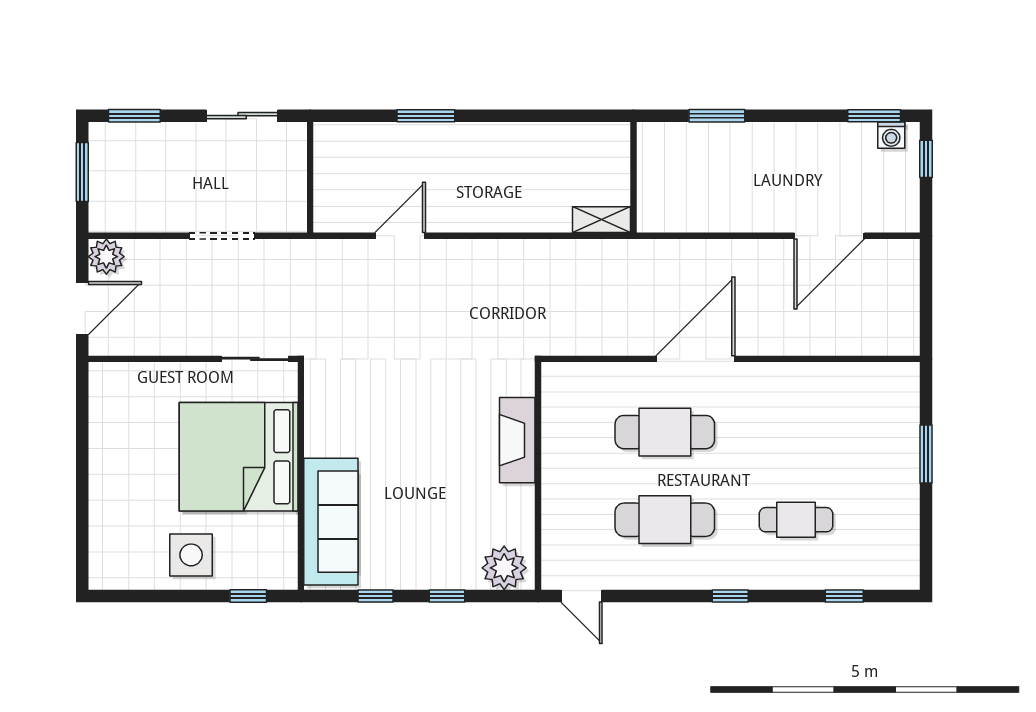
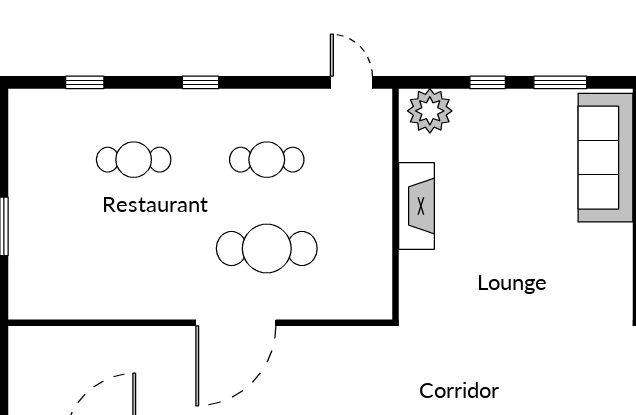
fireplace: (517, 440) -> (416, 206), moved
cafe table: (665, 520) -> (267, 160), width x0.73, depth x0.74
window: (375, 596) -> (560, 82), width x1.50

